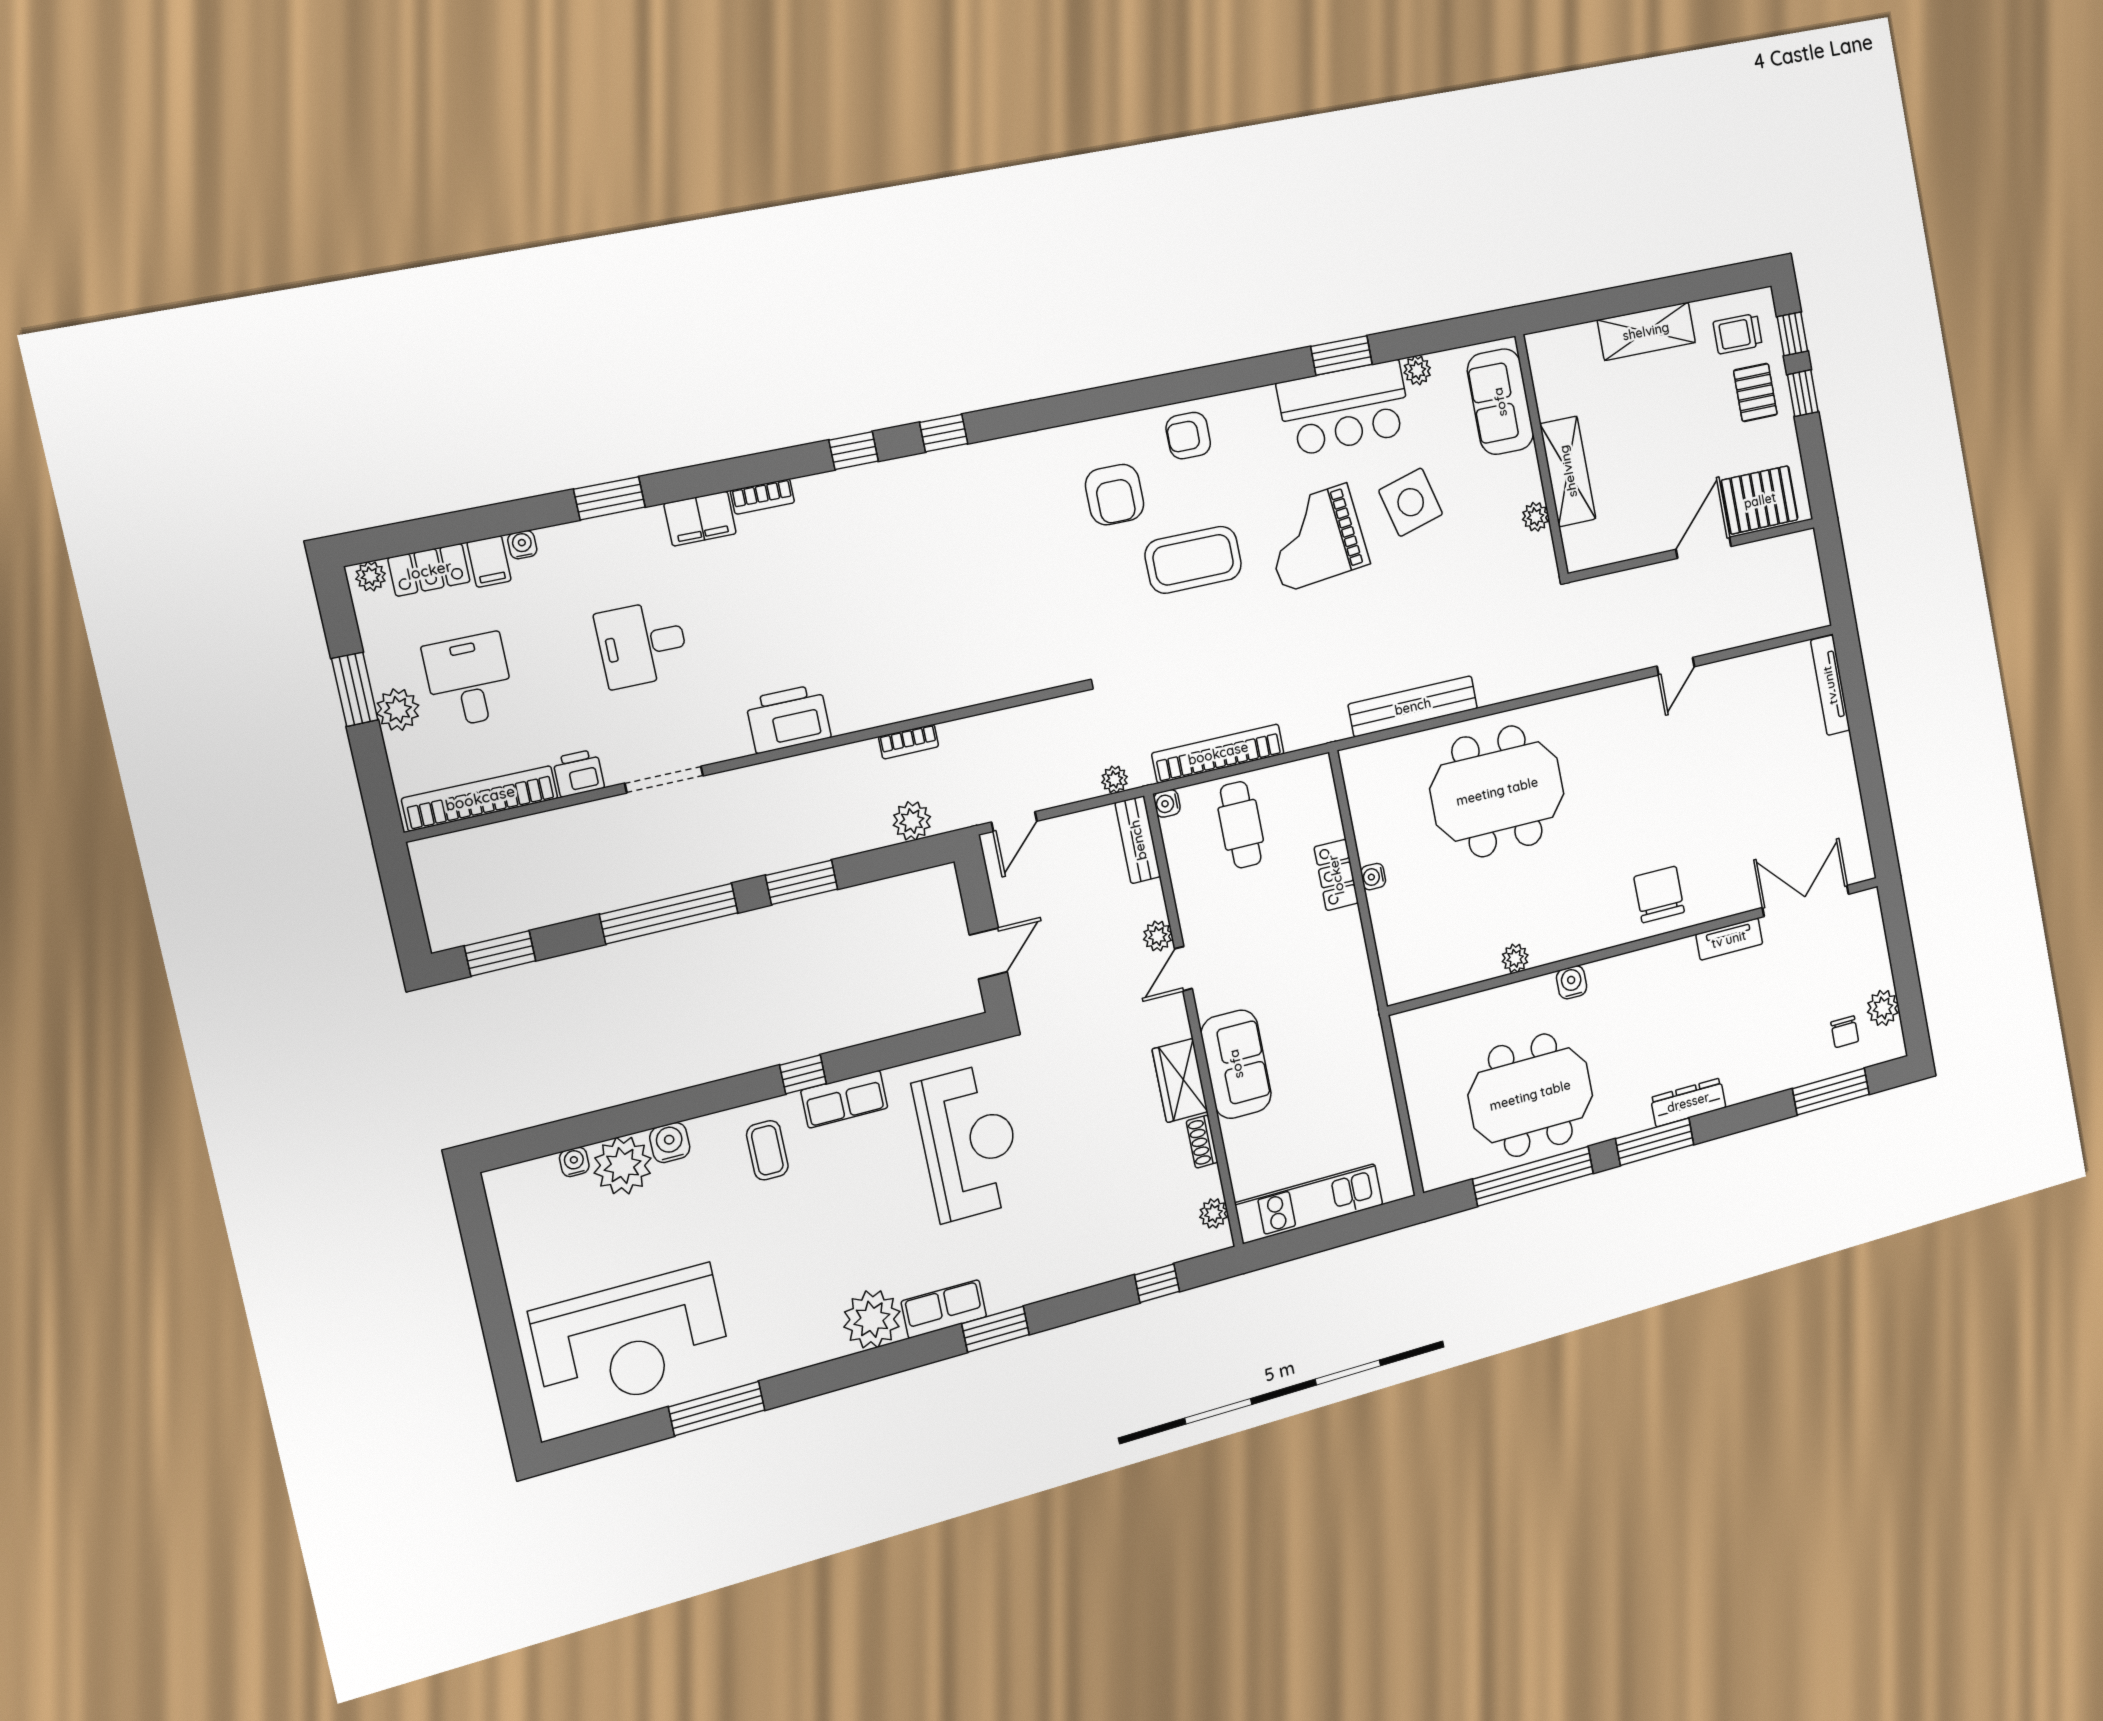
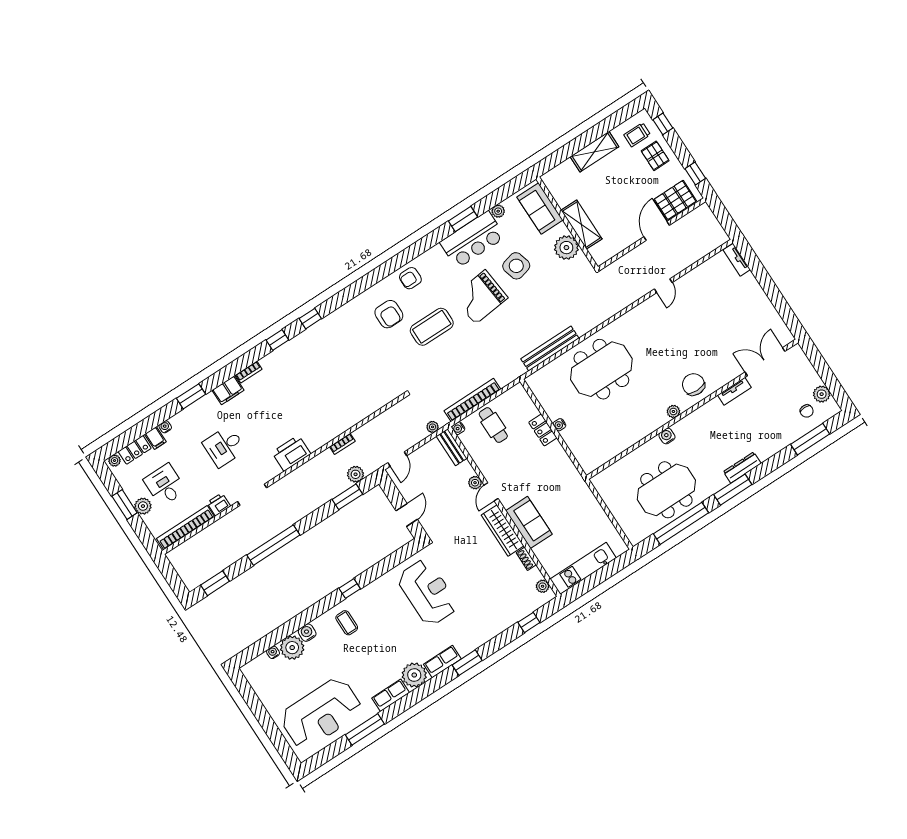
window: (1803, 393) -> (695, 174), moved
plant: (1536, 517) -> (566, 248), width x1.87, depth x1.87
tv unit: (1830, 685) -> (737, 260), width x0.71
window: (802, 882) -> (347, 497), moved
plant: (1515, 958) -> (673, 411), moved
wardrobe: (1180, 1080) -> (503, 530), width x1.50
row of seats: (844, 1099) -> (391, 695), moved, turned 180

